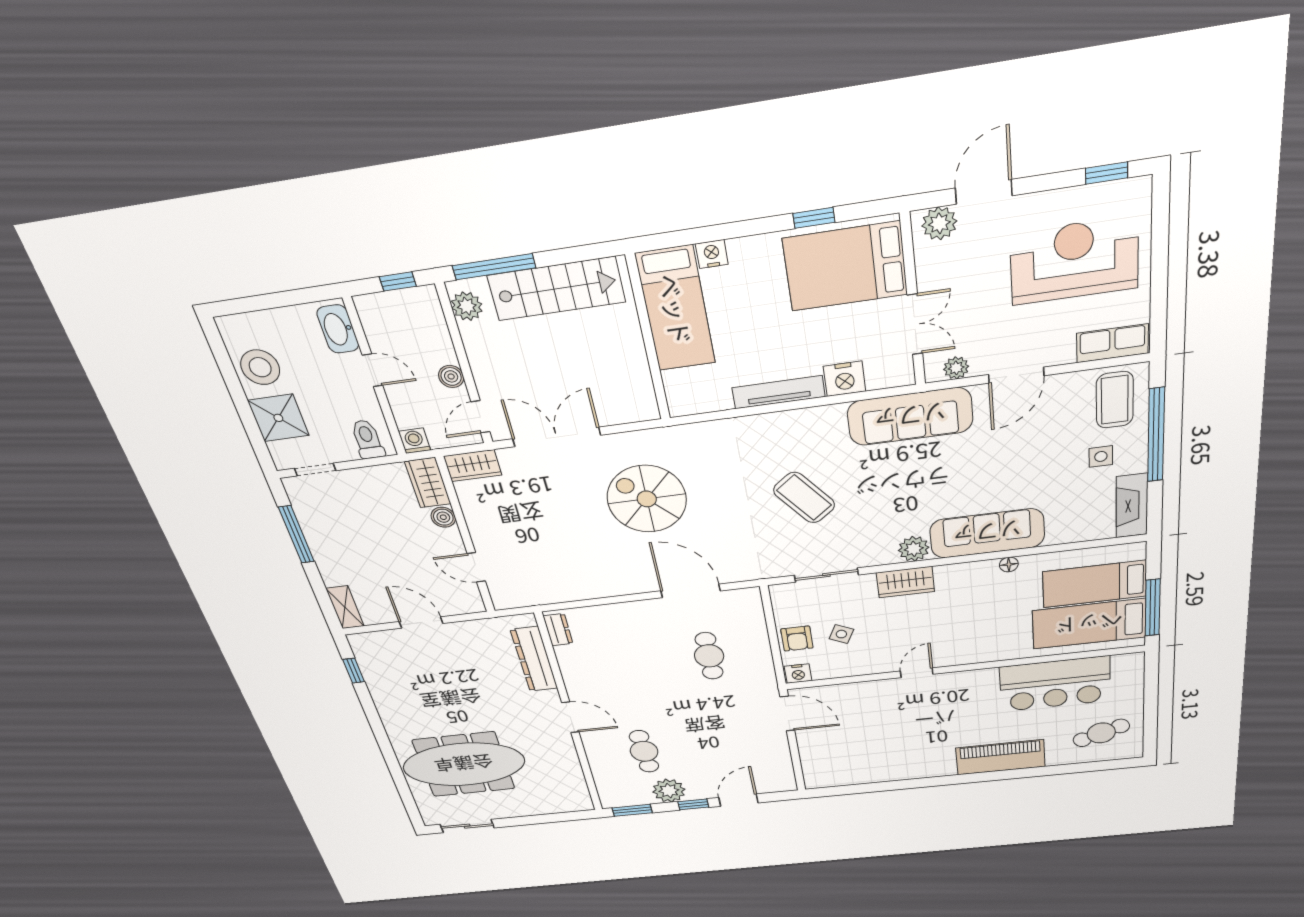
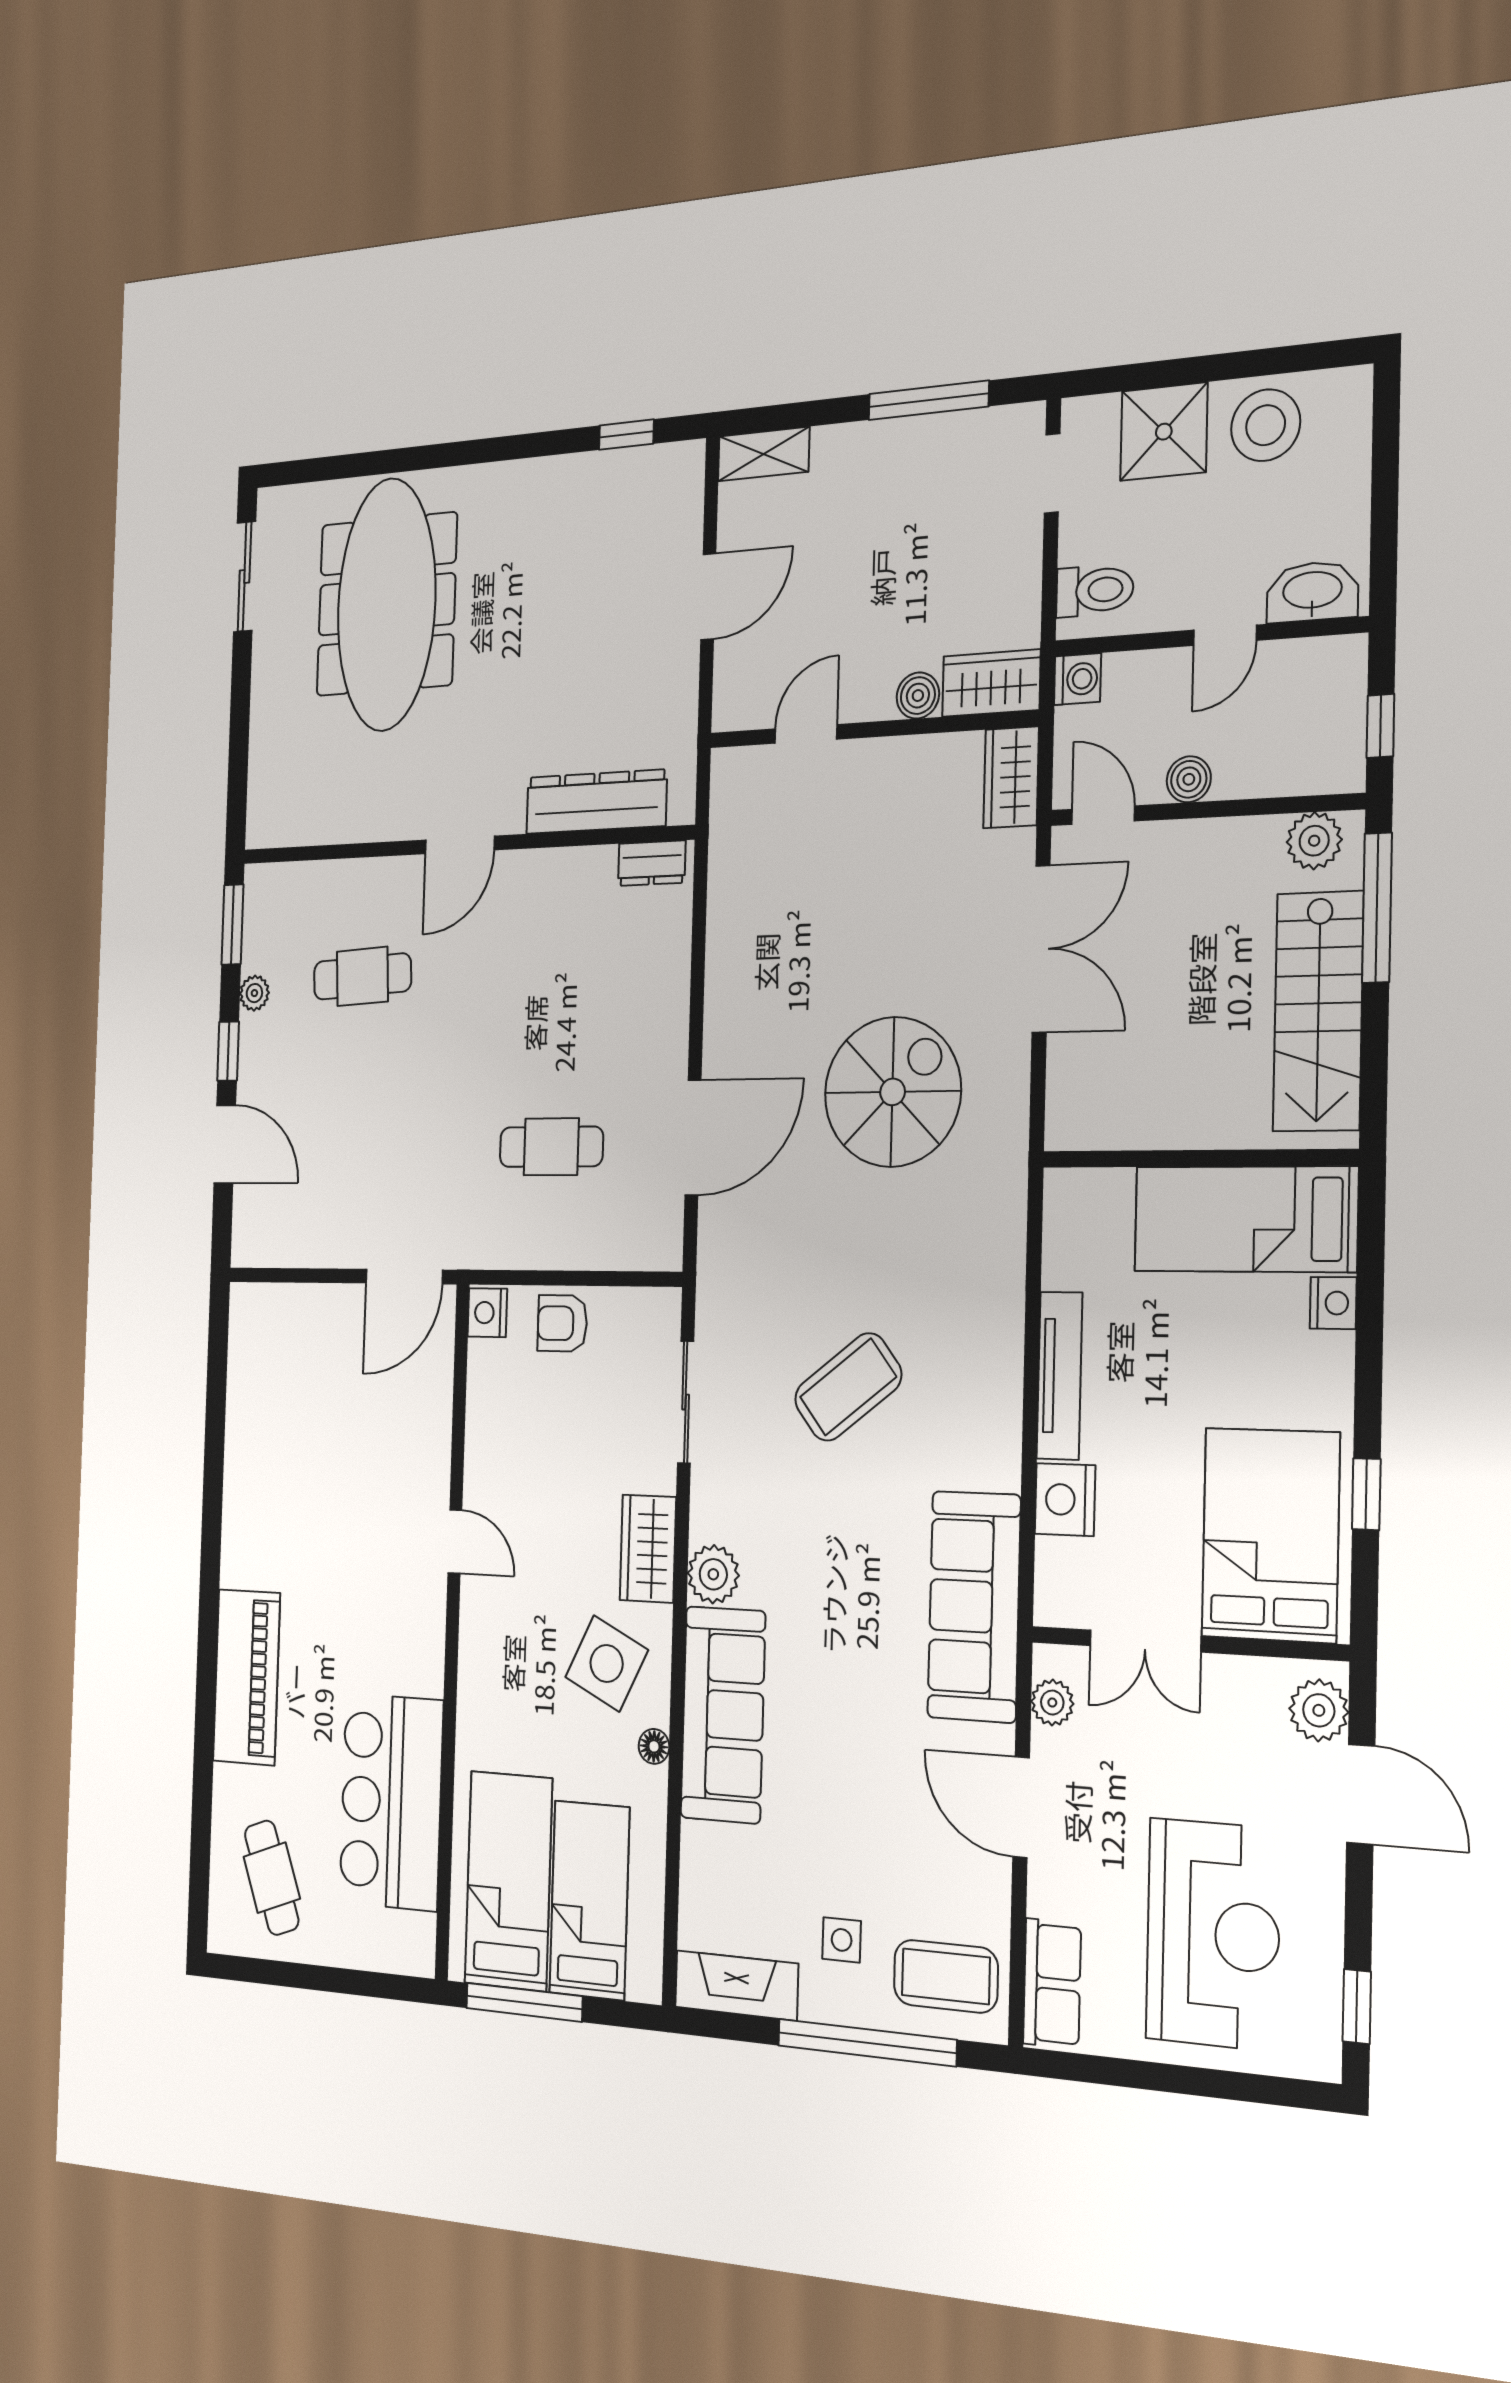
side table: (841, 634) -> (607, 1663), moved, width x1.87, depth x1.87
plant: (669, 791) -> (254, 993), width x0.53, depth x0.53

